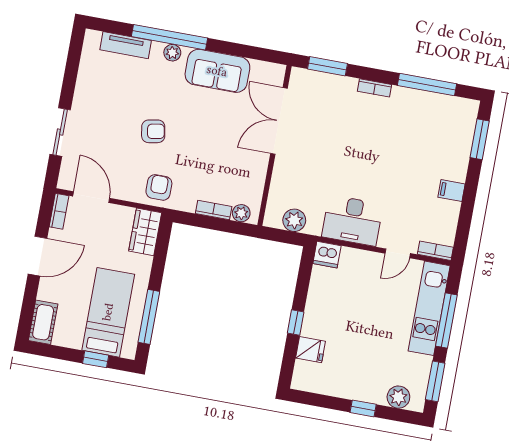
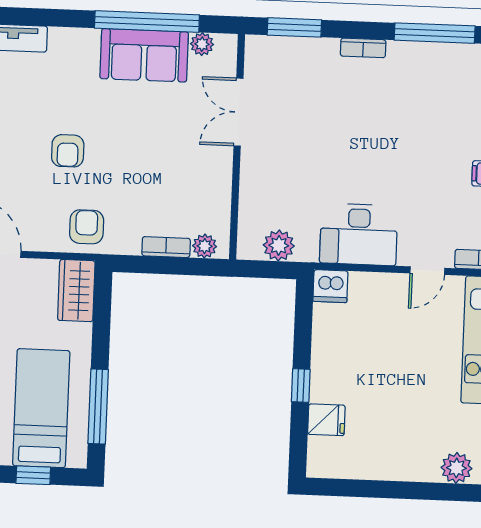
window: (169, 37) -> (147, 22), moved
plant: (172, 53) -> (202, 44), moved
double door: (279, 121) -> (238, 112), width x0.73
armchair: (153, 131) -> (68, 151), turned 100
window: (363, 408) -> (410, 490), removed

